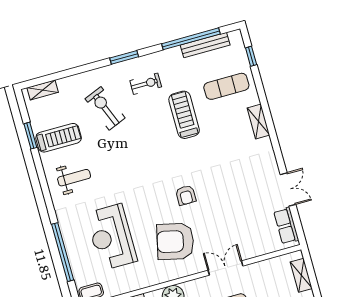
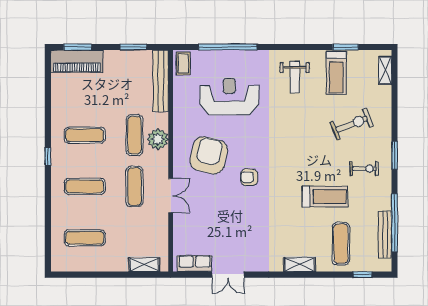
exercise bike: (146, 84) -> (364, 169), turned -90

